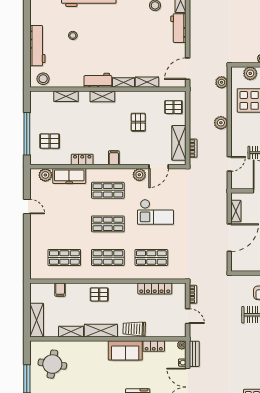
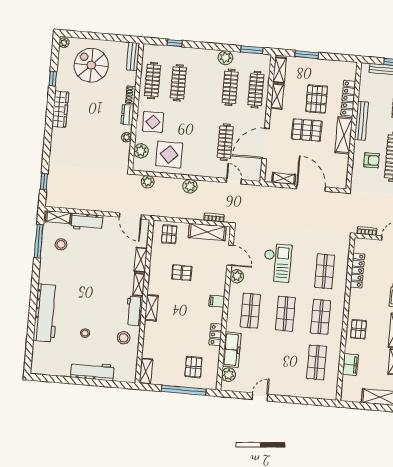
stool: (43, 79) -> (124, 338), moved
shelving: (66, 96) -> (146, 371), moved
filing cabinet: (60, 290) -> (350, 365), width x2.00

